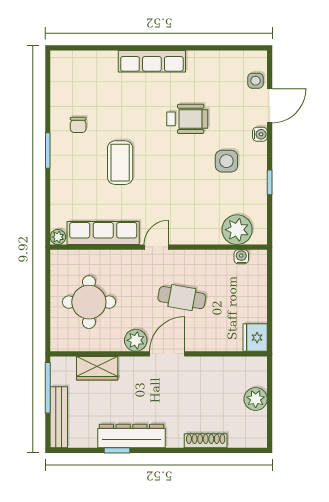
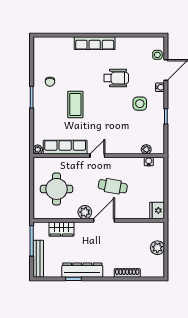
plant: (237, 230) -> (146, 149), width x0.53, depth x0.53

